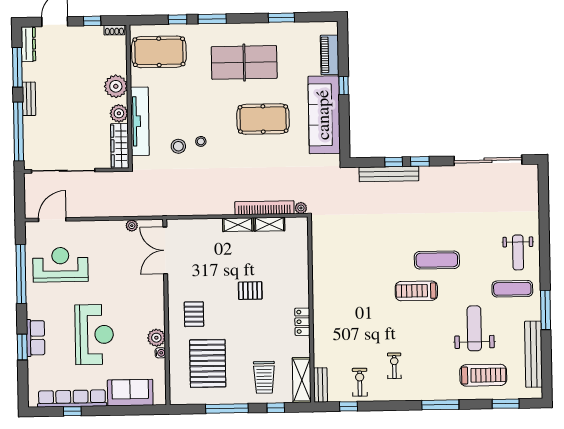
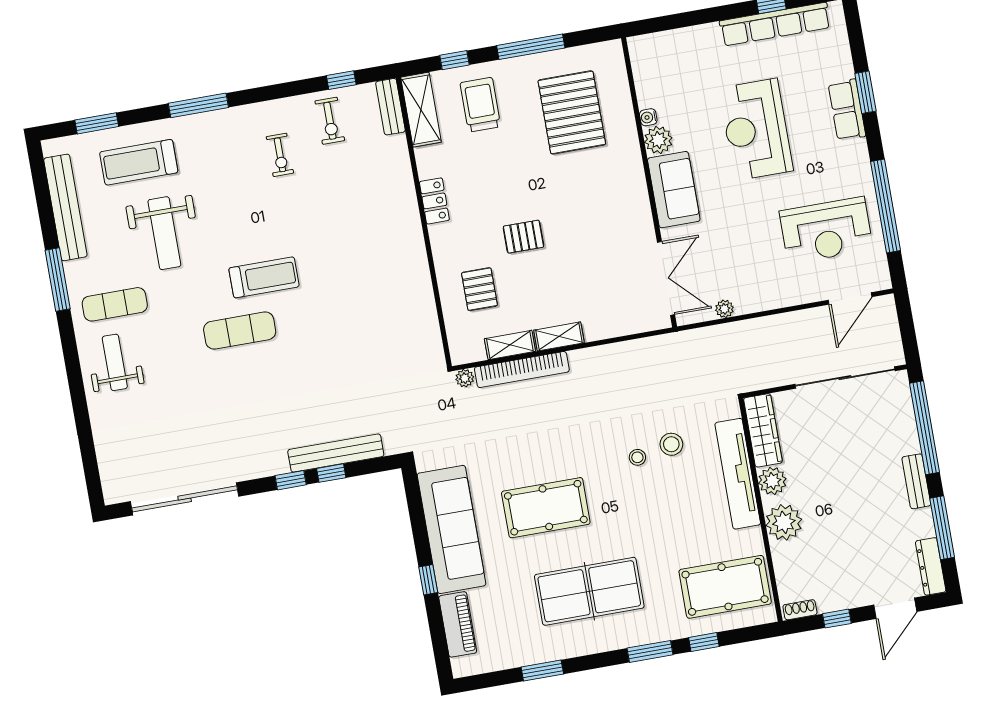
pallet: (194, 314) -> (479, 289), moved
sofa: (130, 393) -> (674, 190), moved, turned -90

